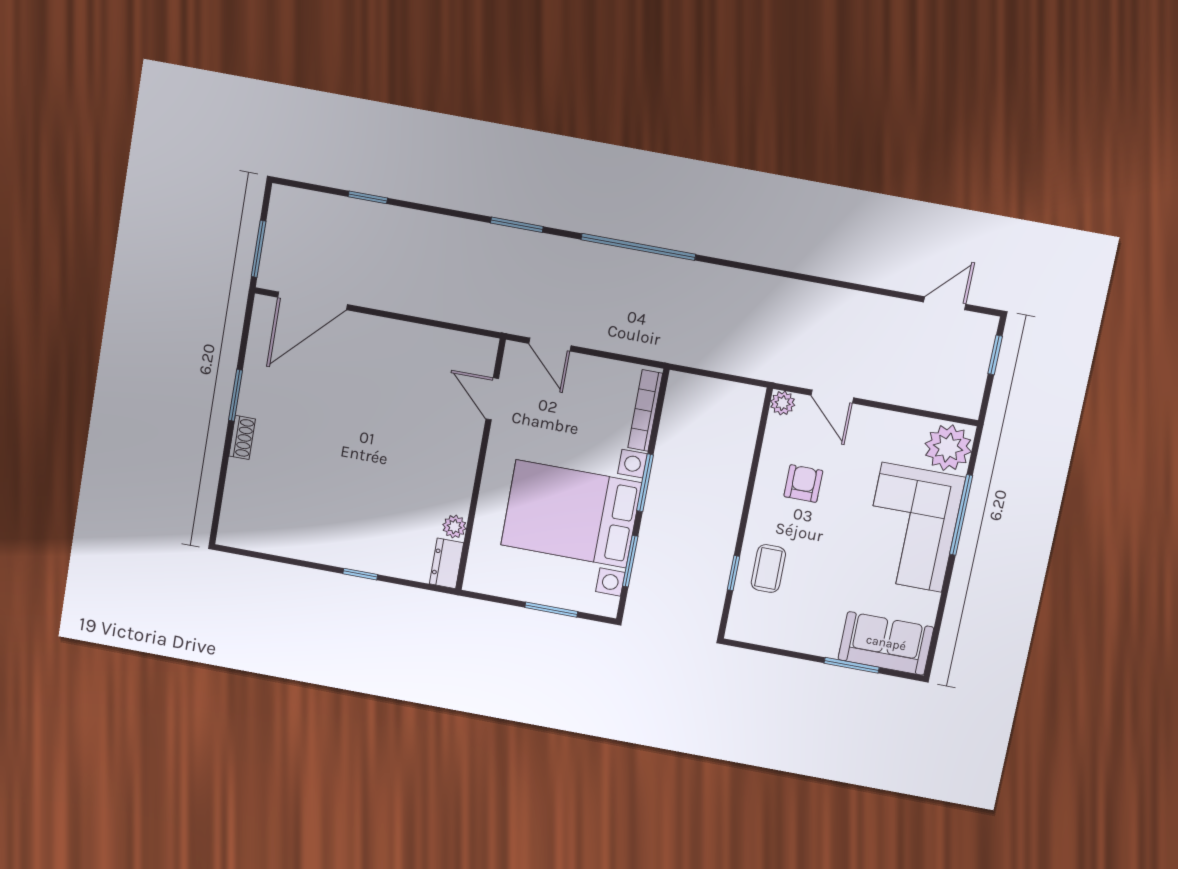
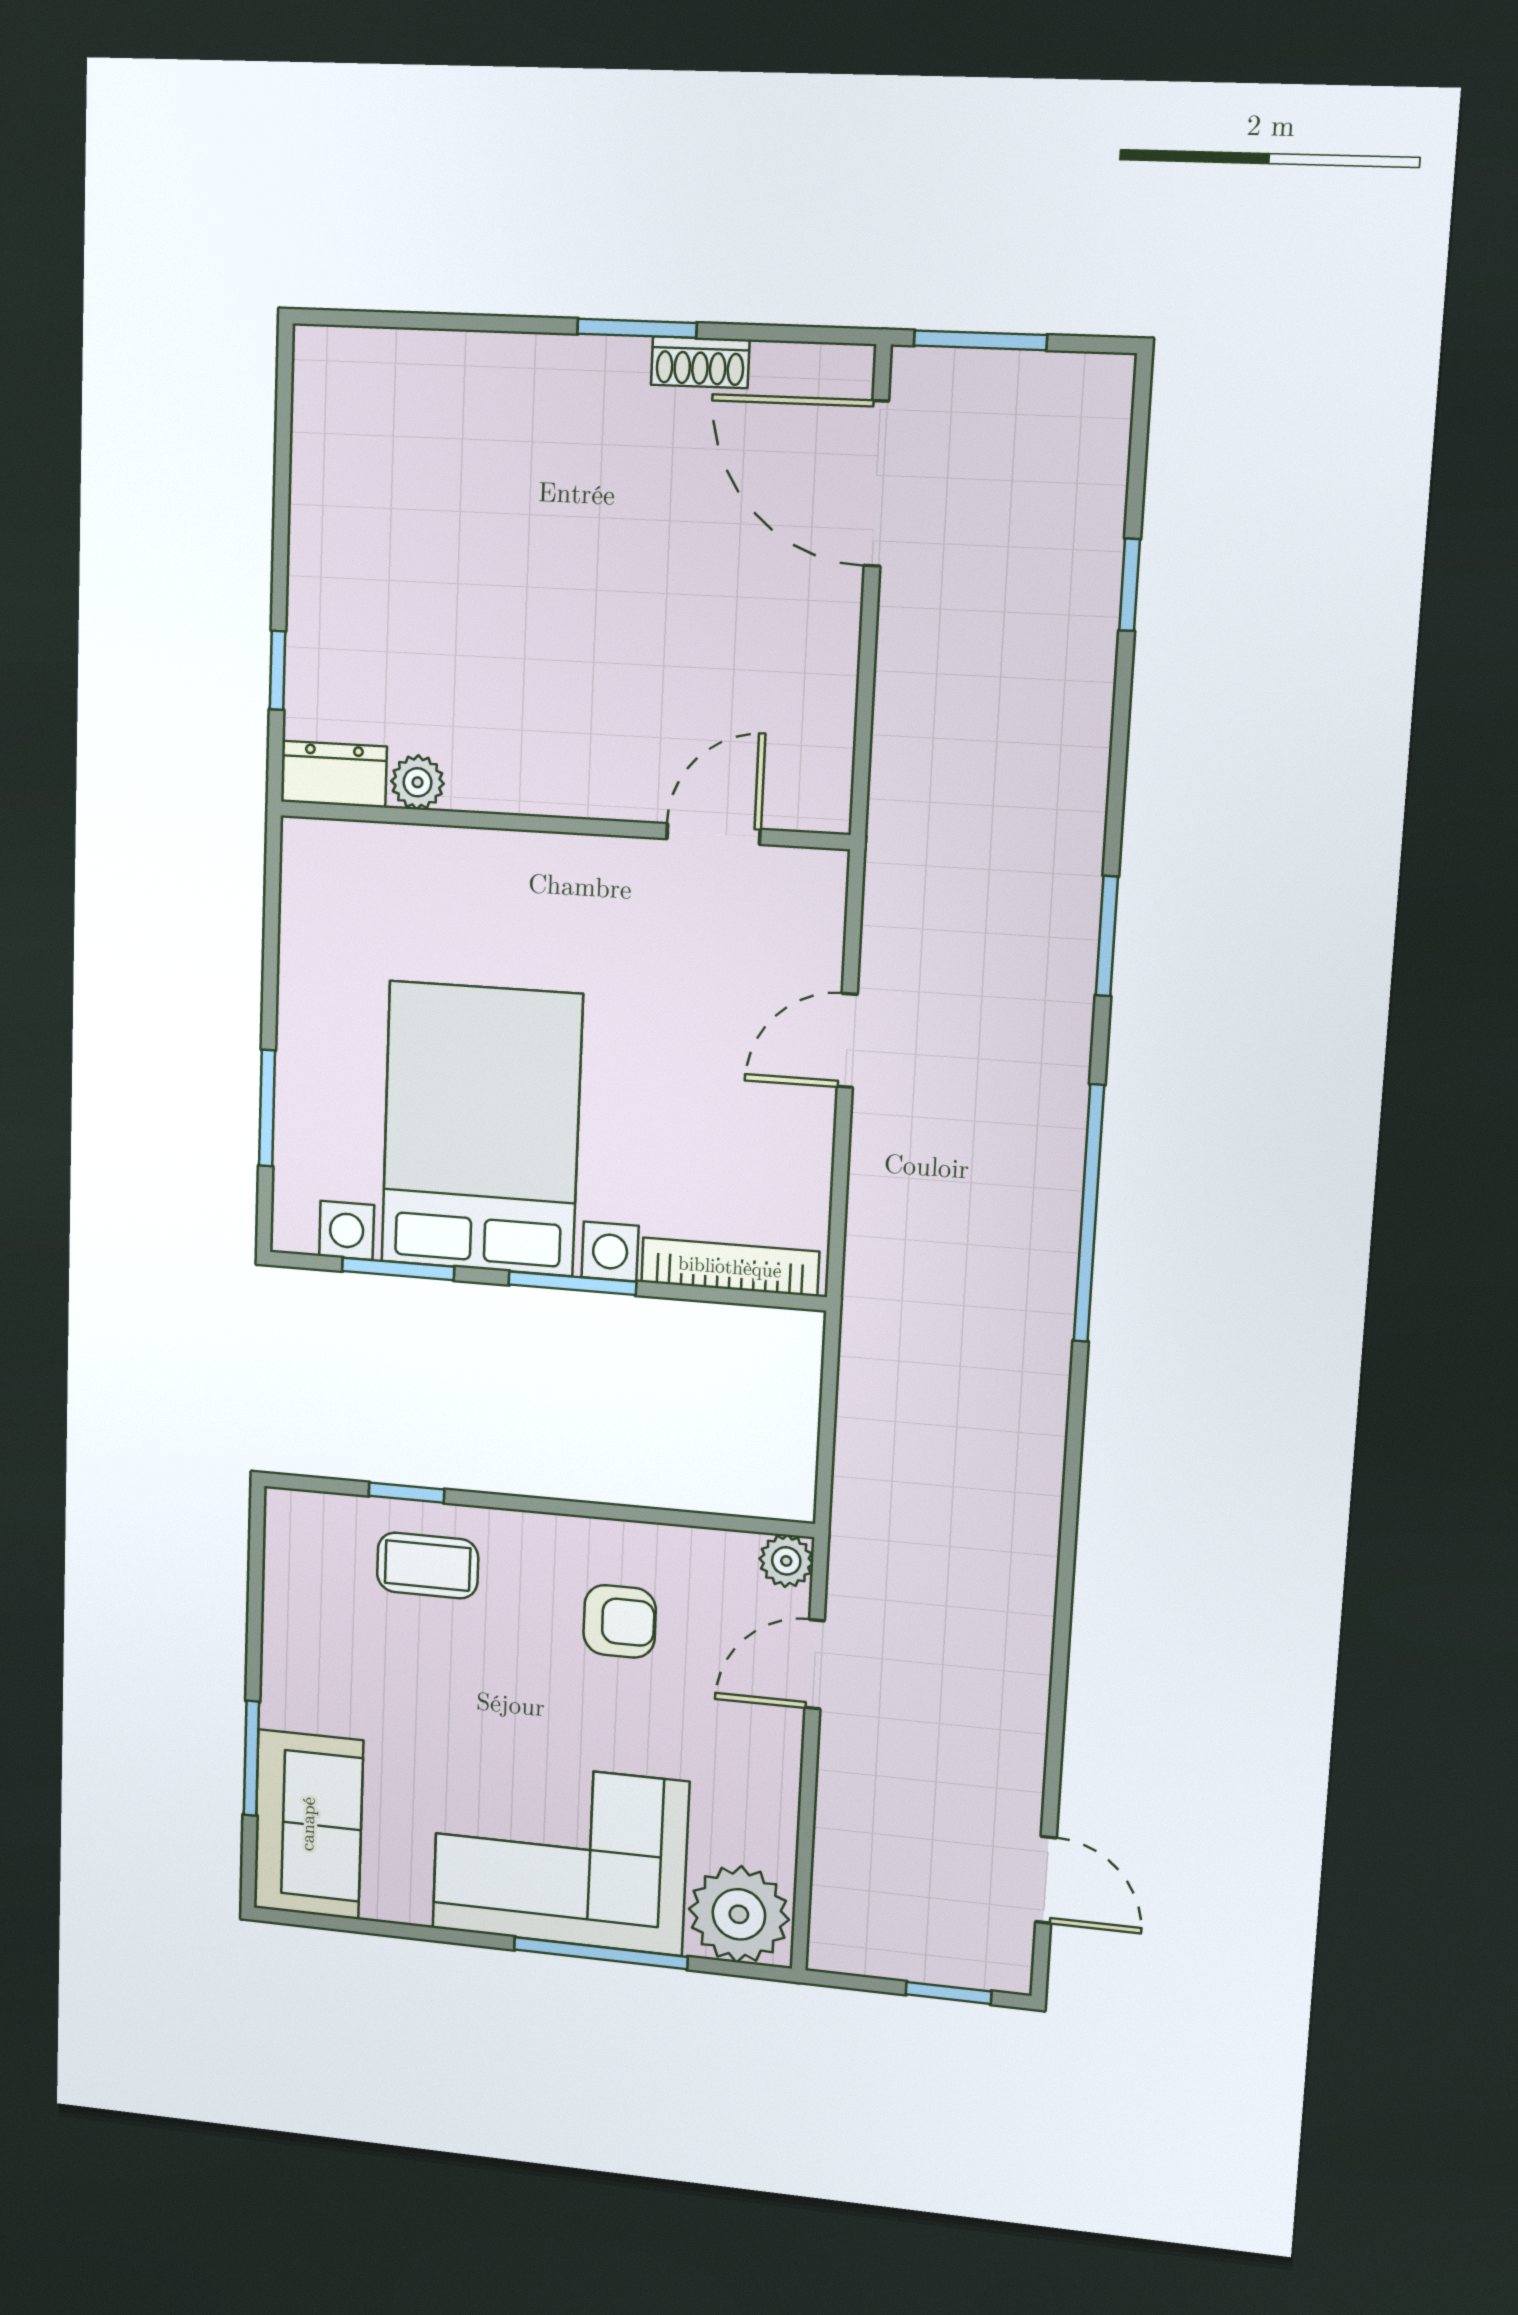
door: (492, 399) -> (713, 834), moved
shoe rack: (242, 437) -> (700, 362), moved
wall: (480, 465) -> (562, 825), moved
plant: (454, 527) -> (418, 782), moved
dresser: (446, 563) -> (334, 774), moved

